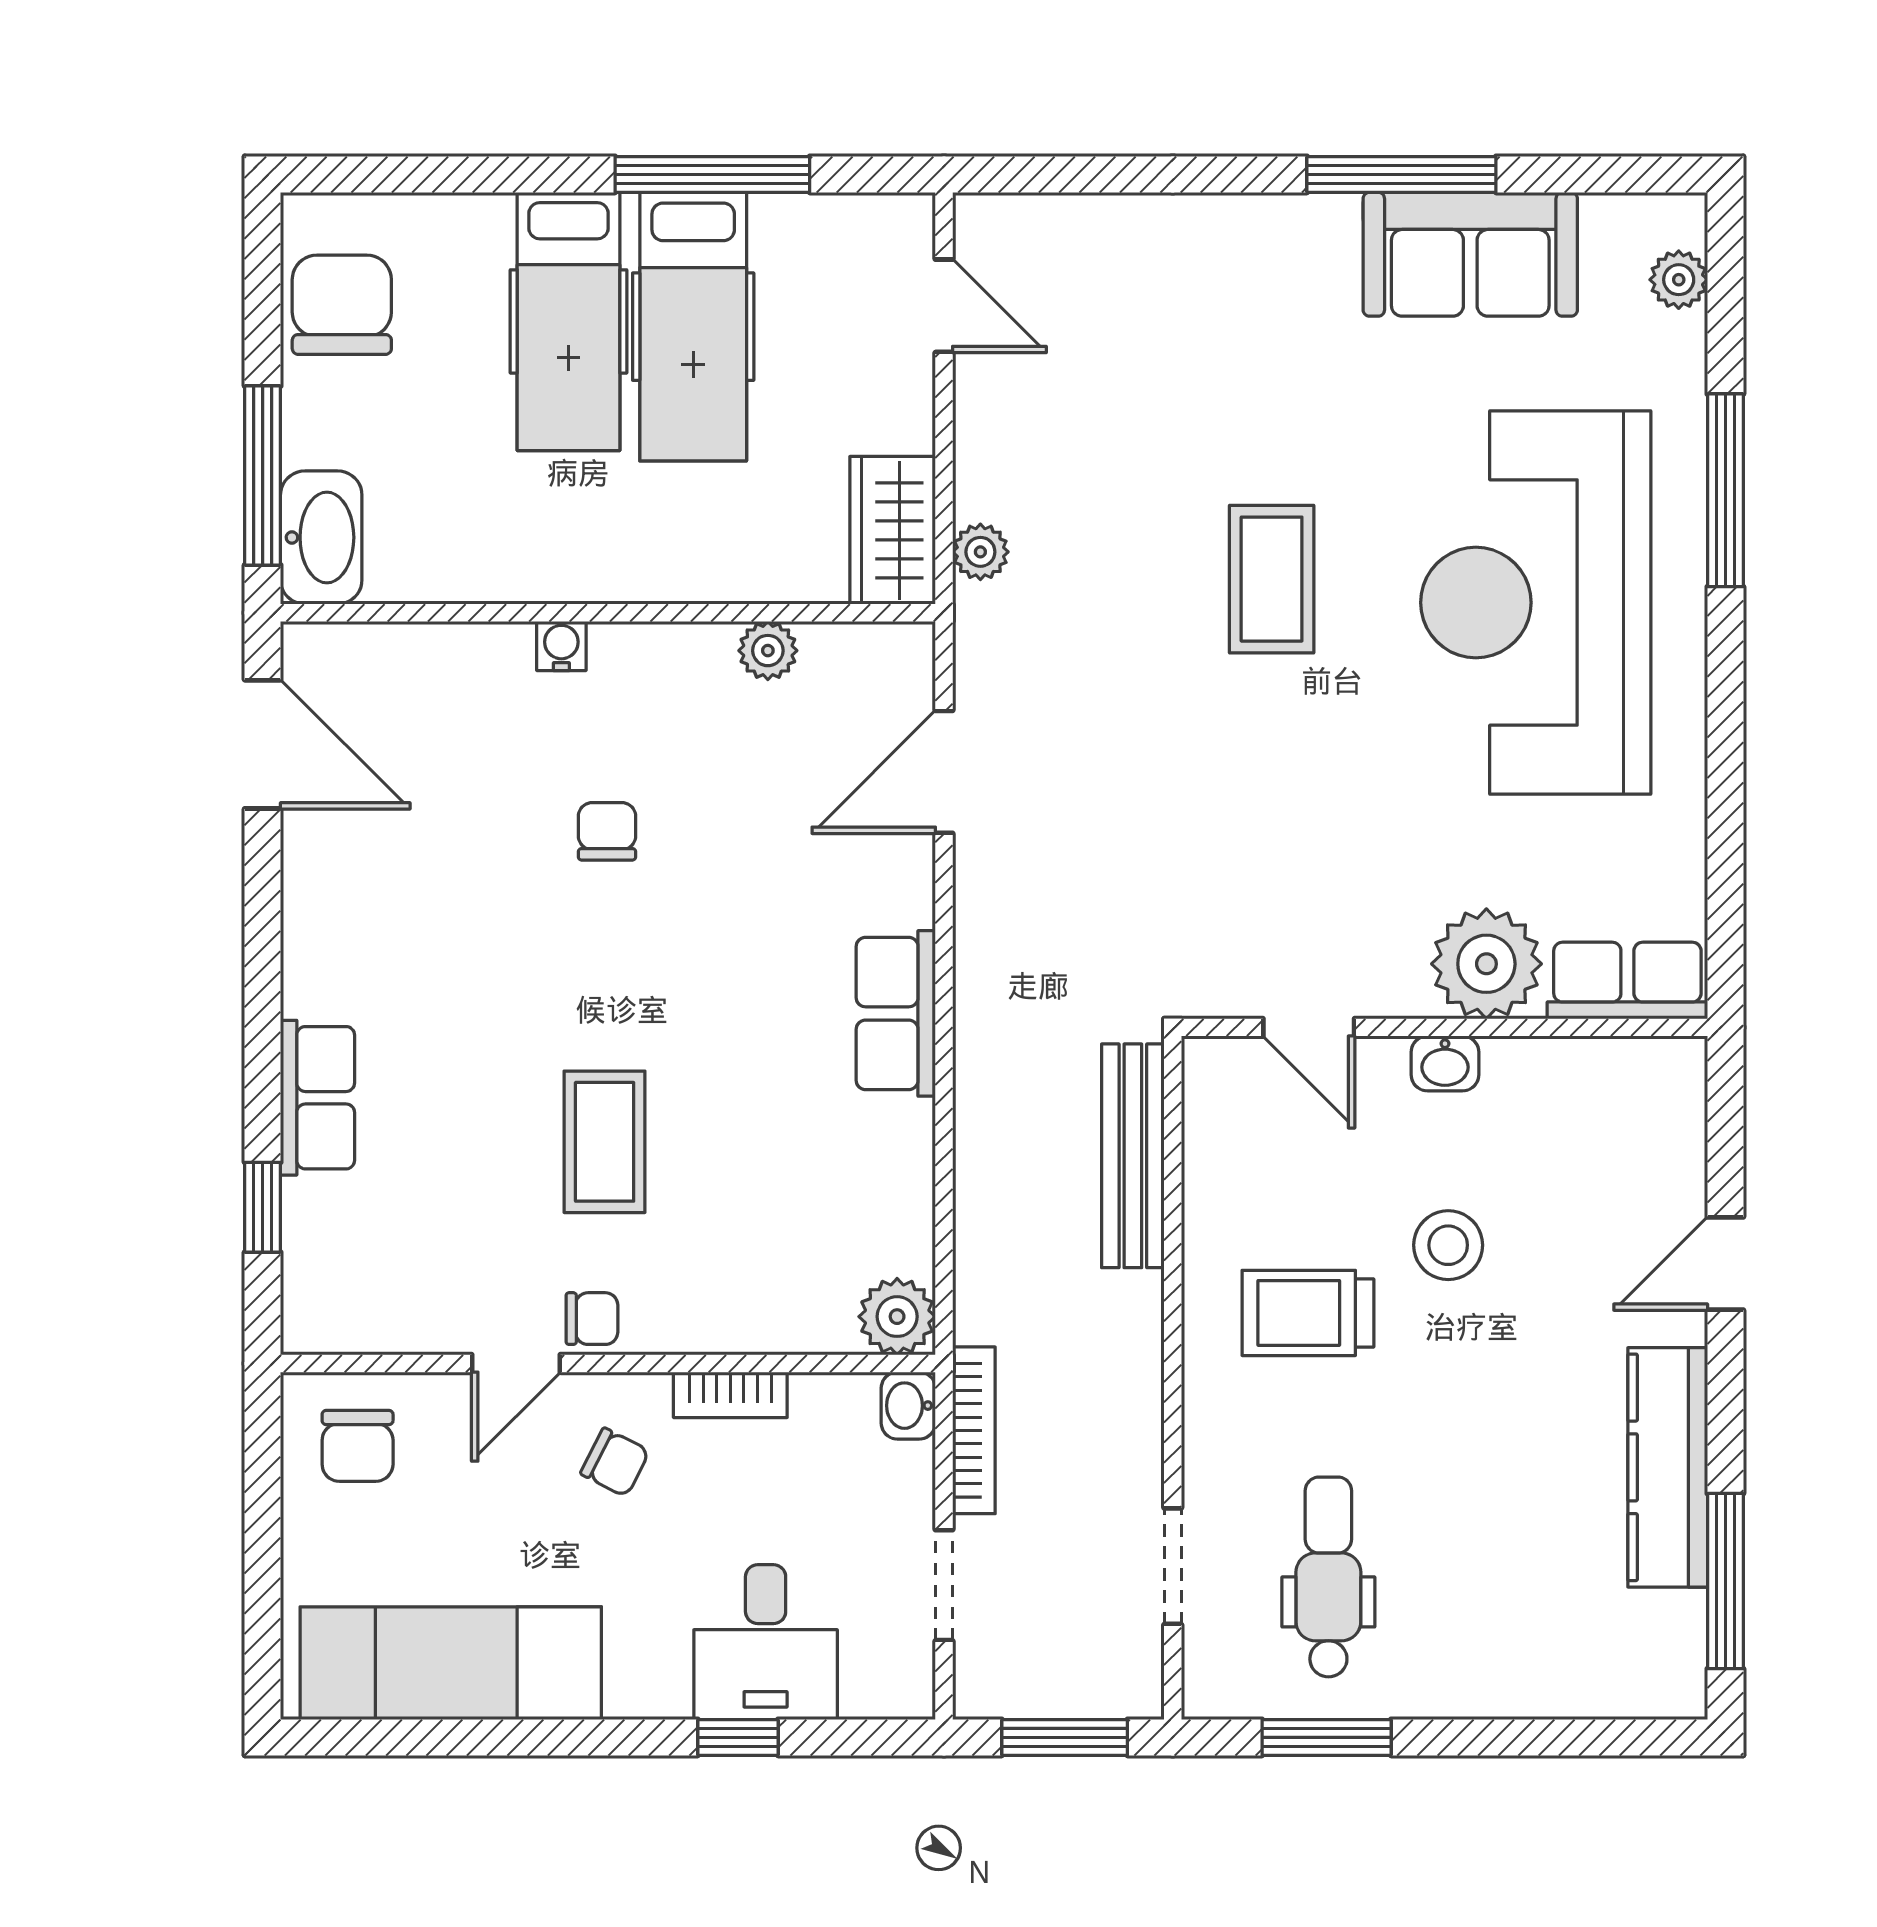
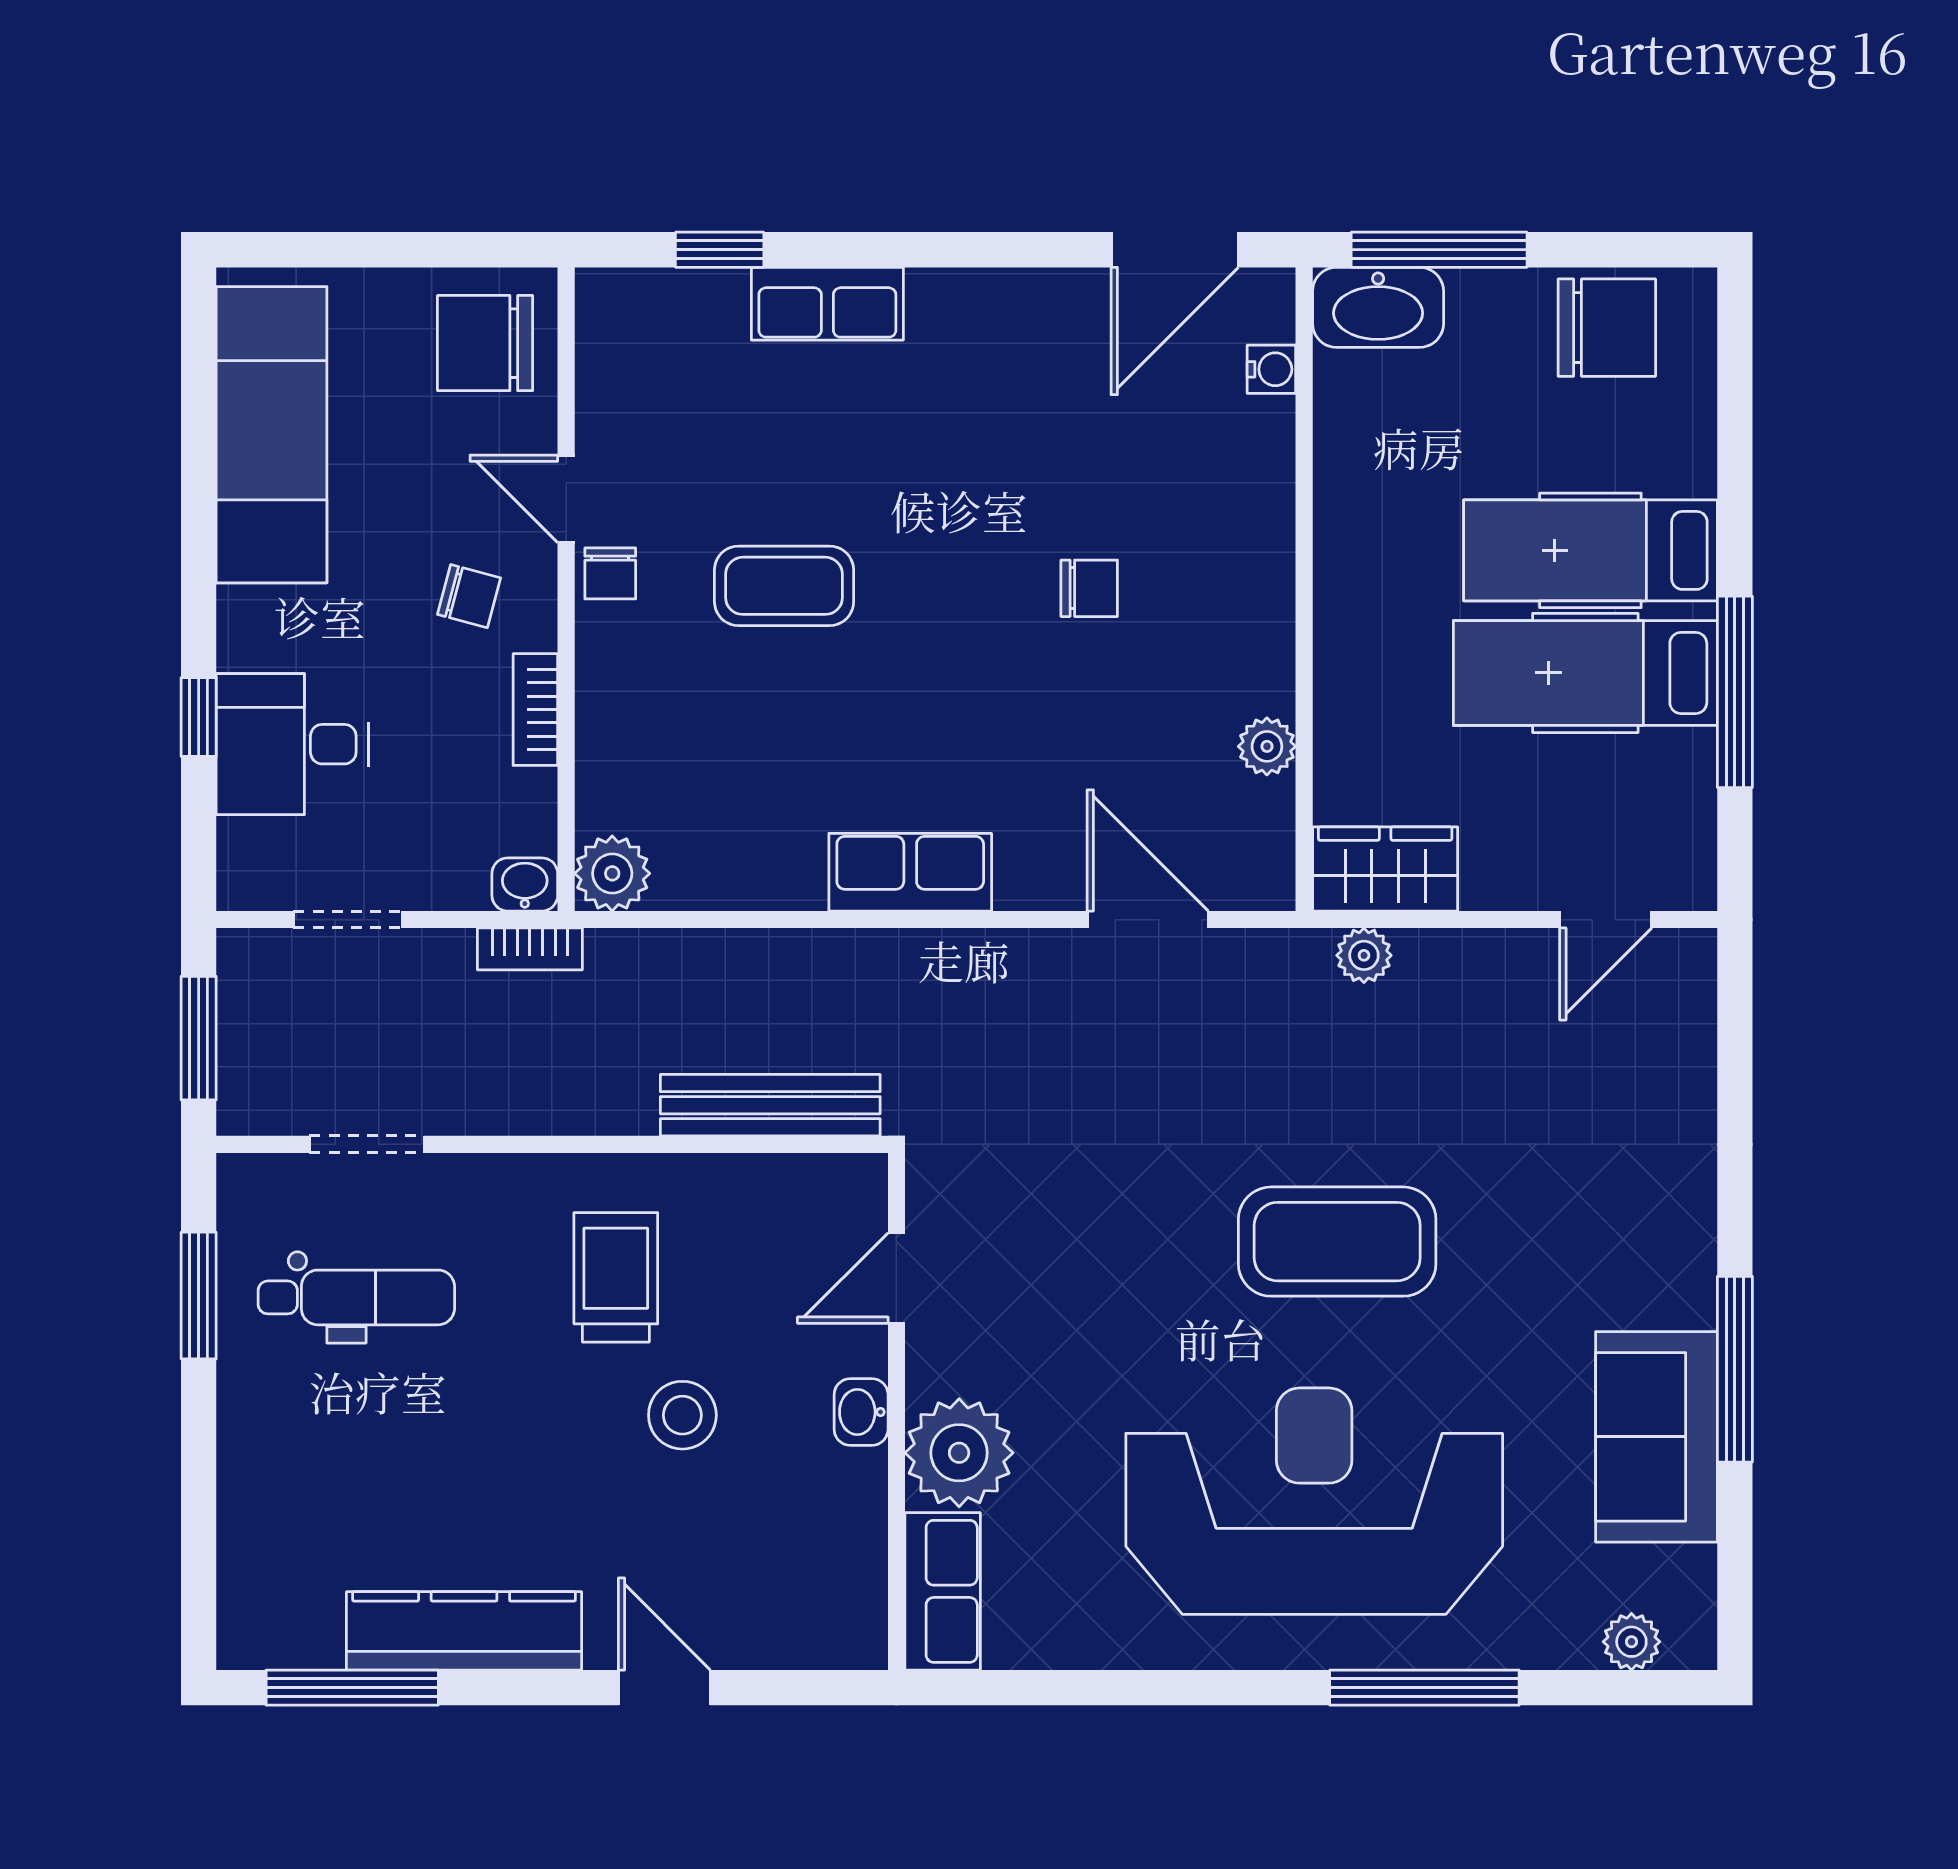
coffee table: (1272, 579) -> (1337, 1242), width x1.36, depth x1.32
water cooler: (561, 646) -> (1271, 369), moved
bookcase: (974, 1430) -> (530, 949), width x0.64
chair: (358, 1446) -> (485, 343), width x1.37, depth x1.37
chair: (615, 1462) -> (469, 596), turned -102

